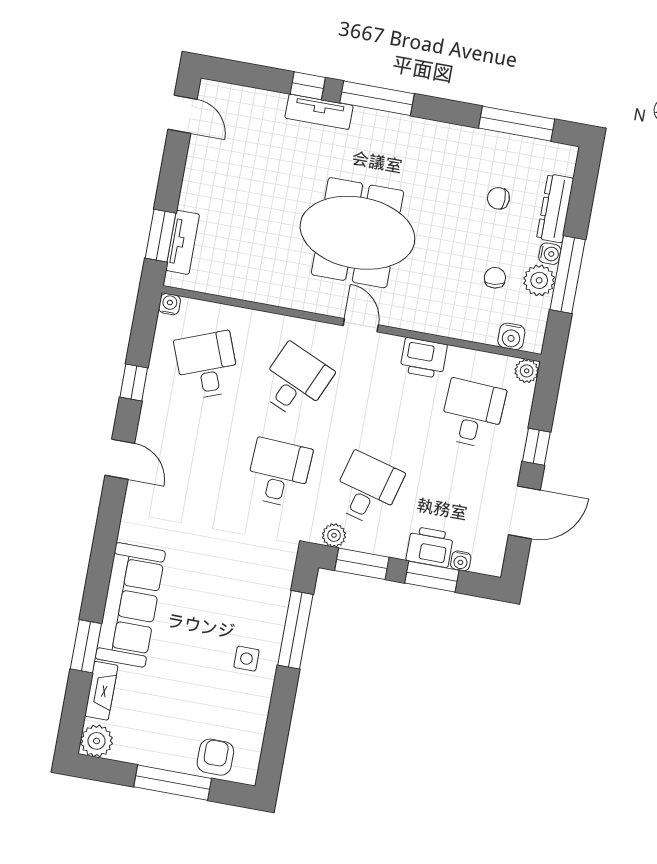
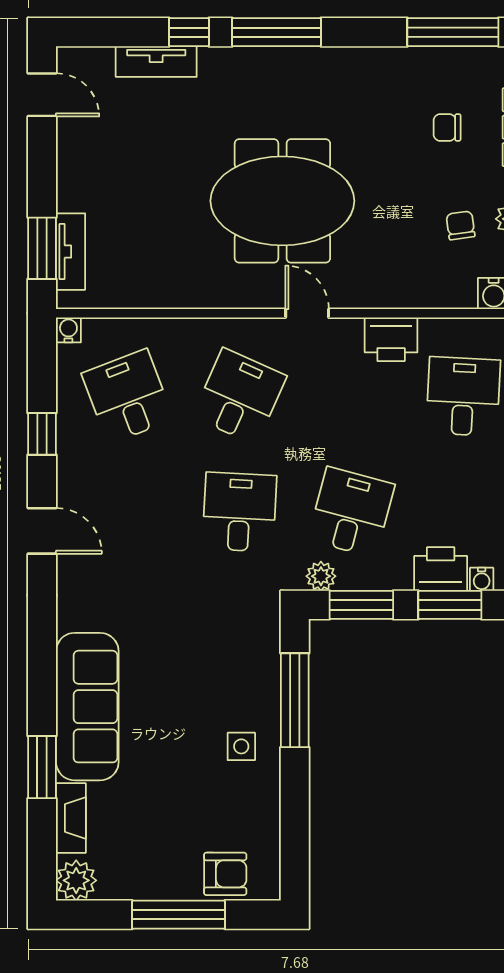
tv unit: (319, 112) -> (156, 62), moved
armchair: (215, 757) -> (225, 874), turned 90

